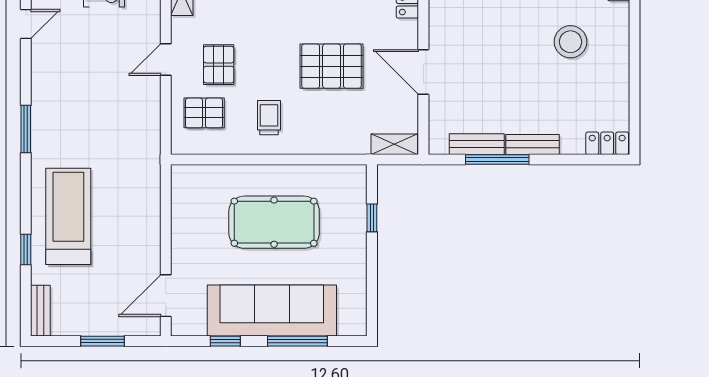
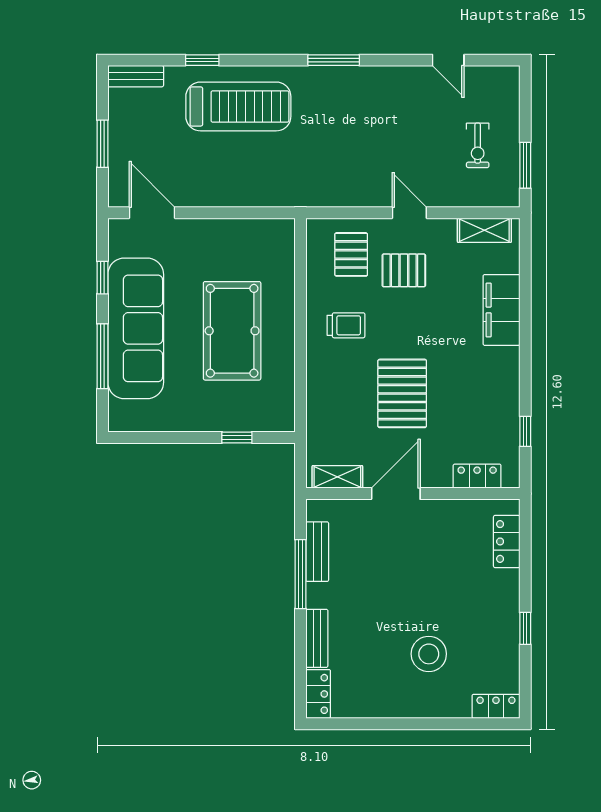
shelving: (394, 144) -> (337, 477), moved, turned 90
bench: (533, 144) -> (317, 638), moved

